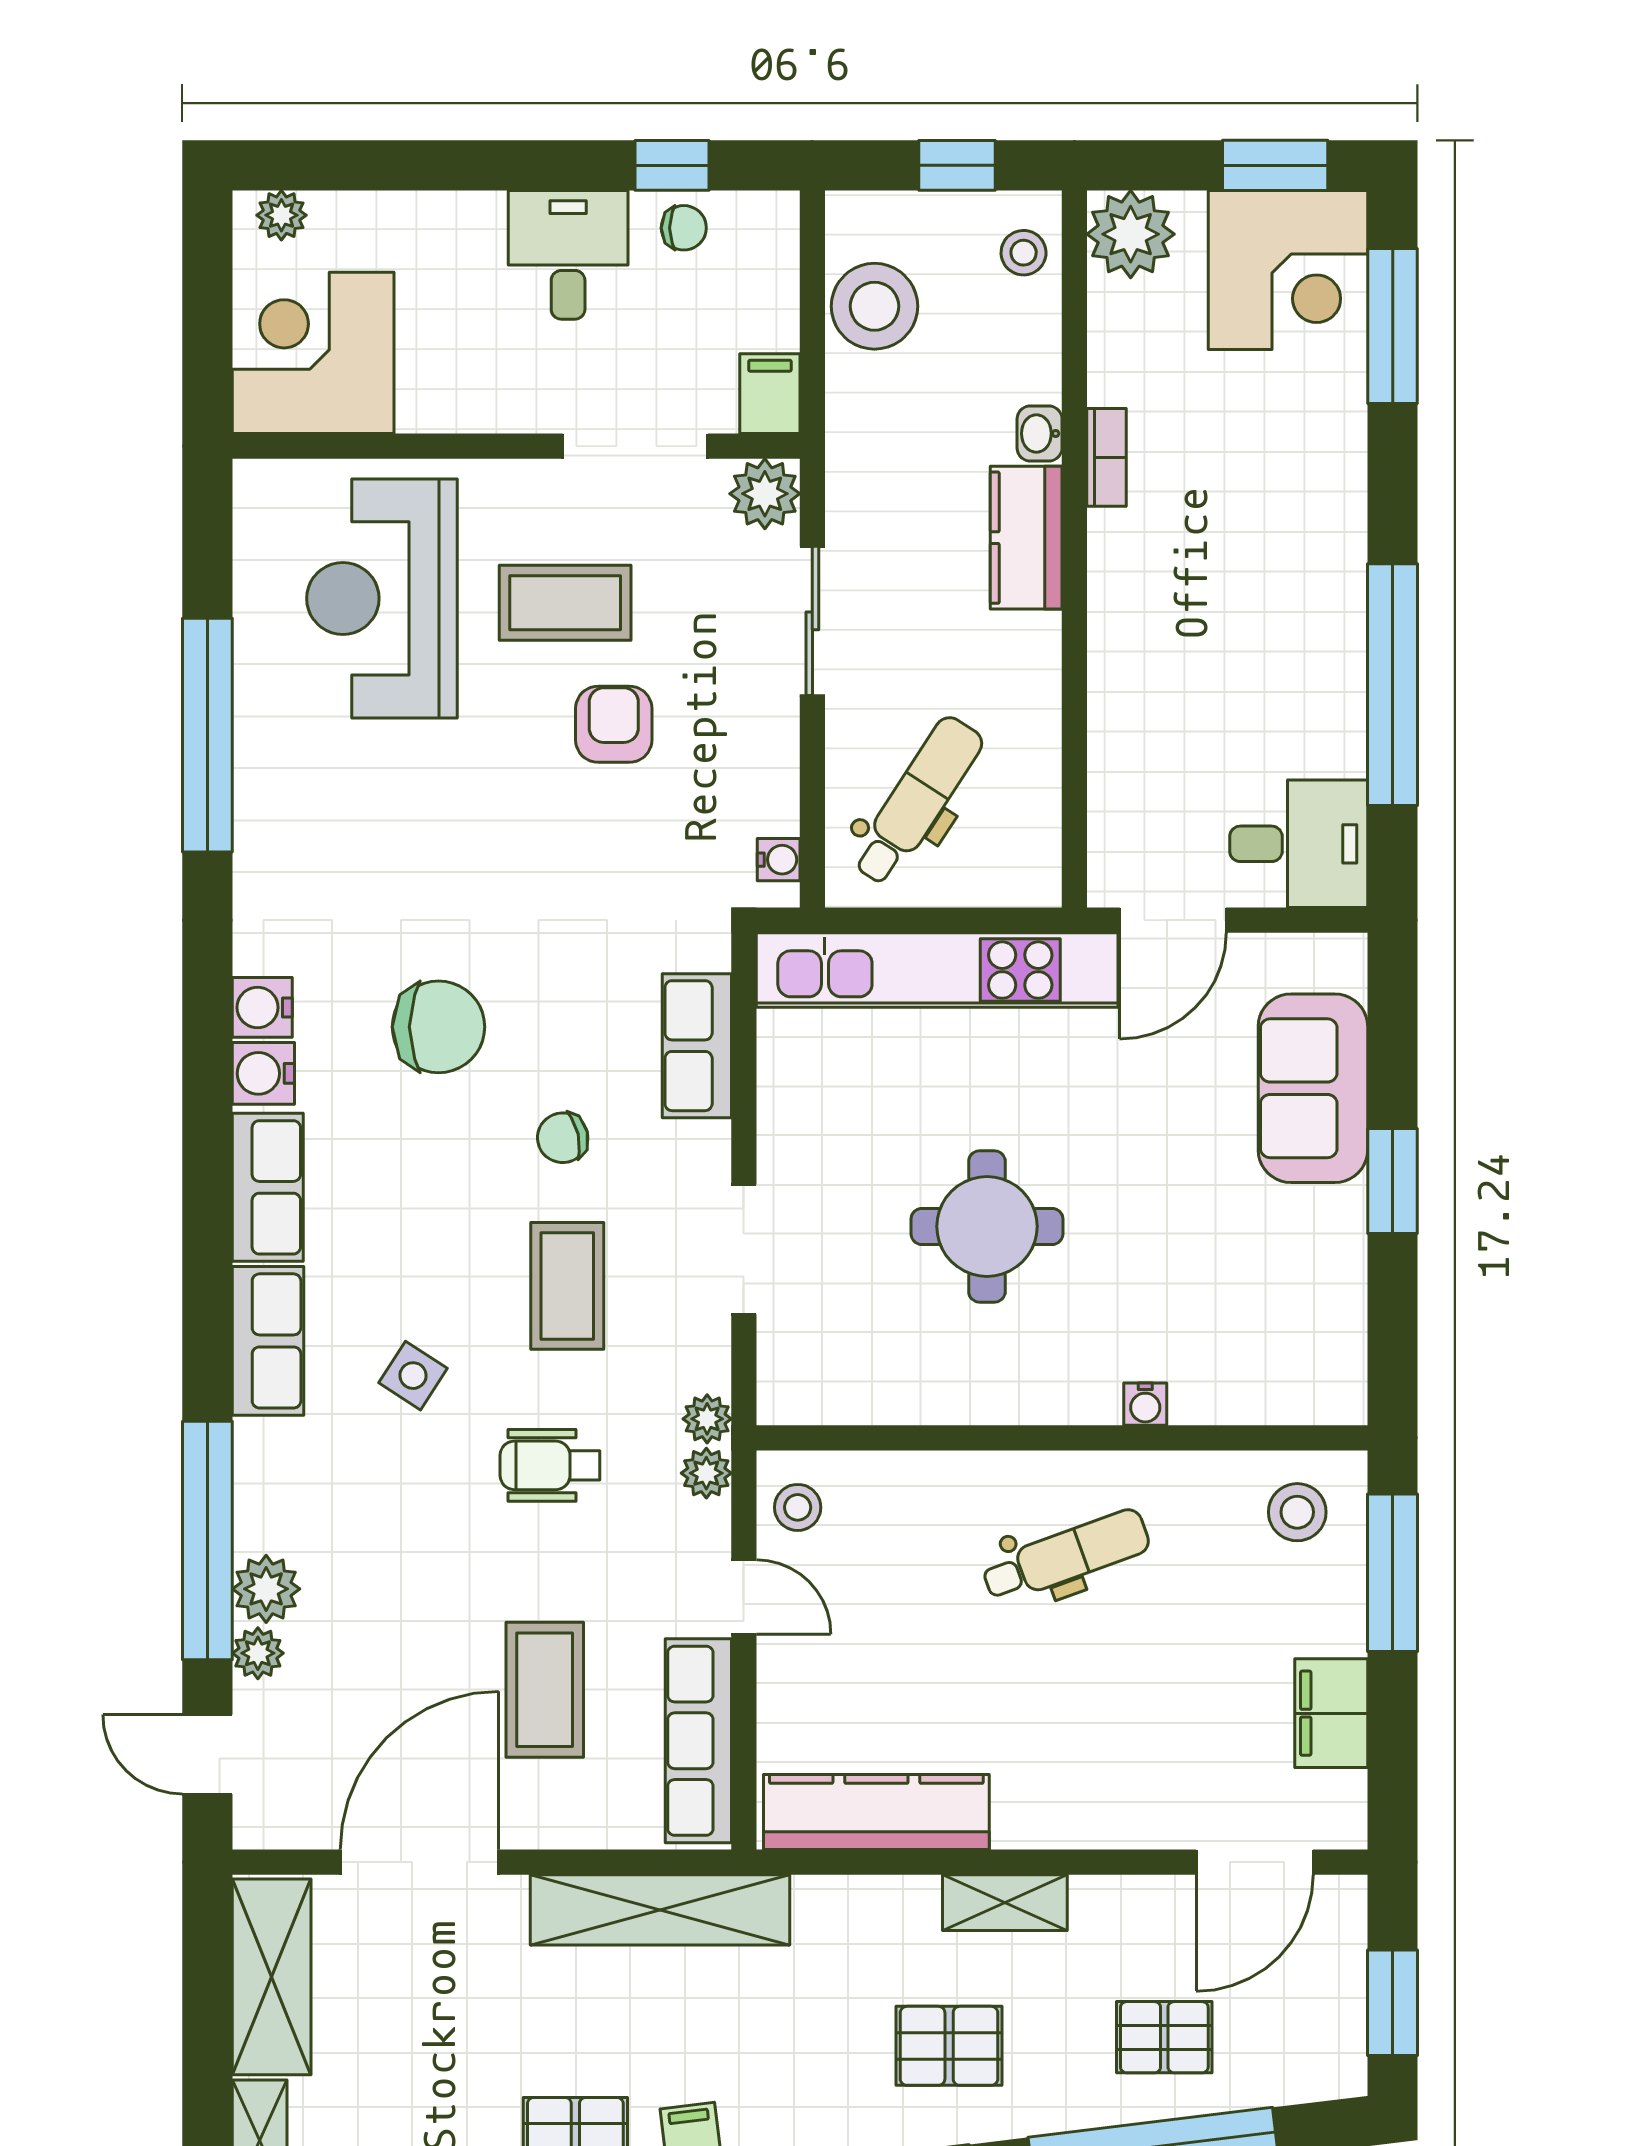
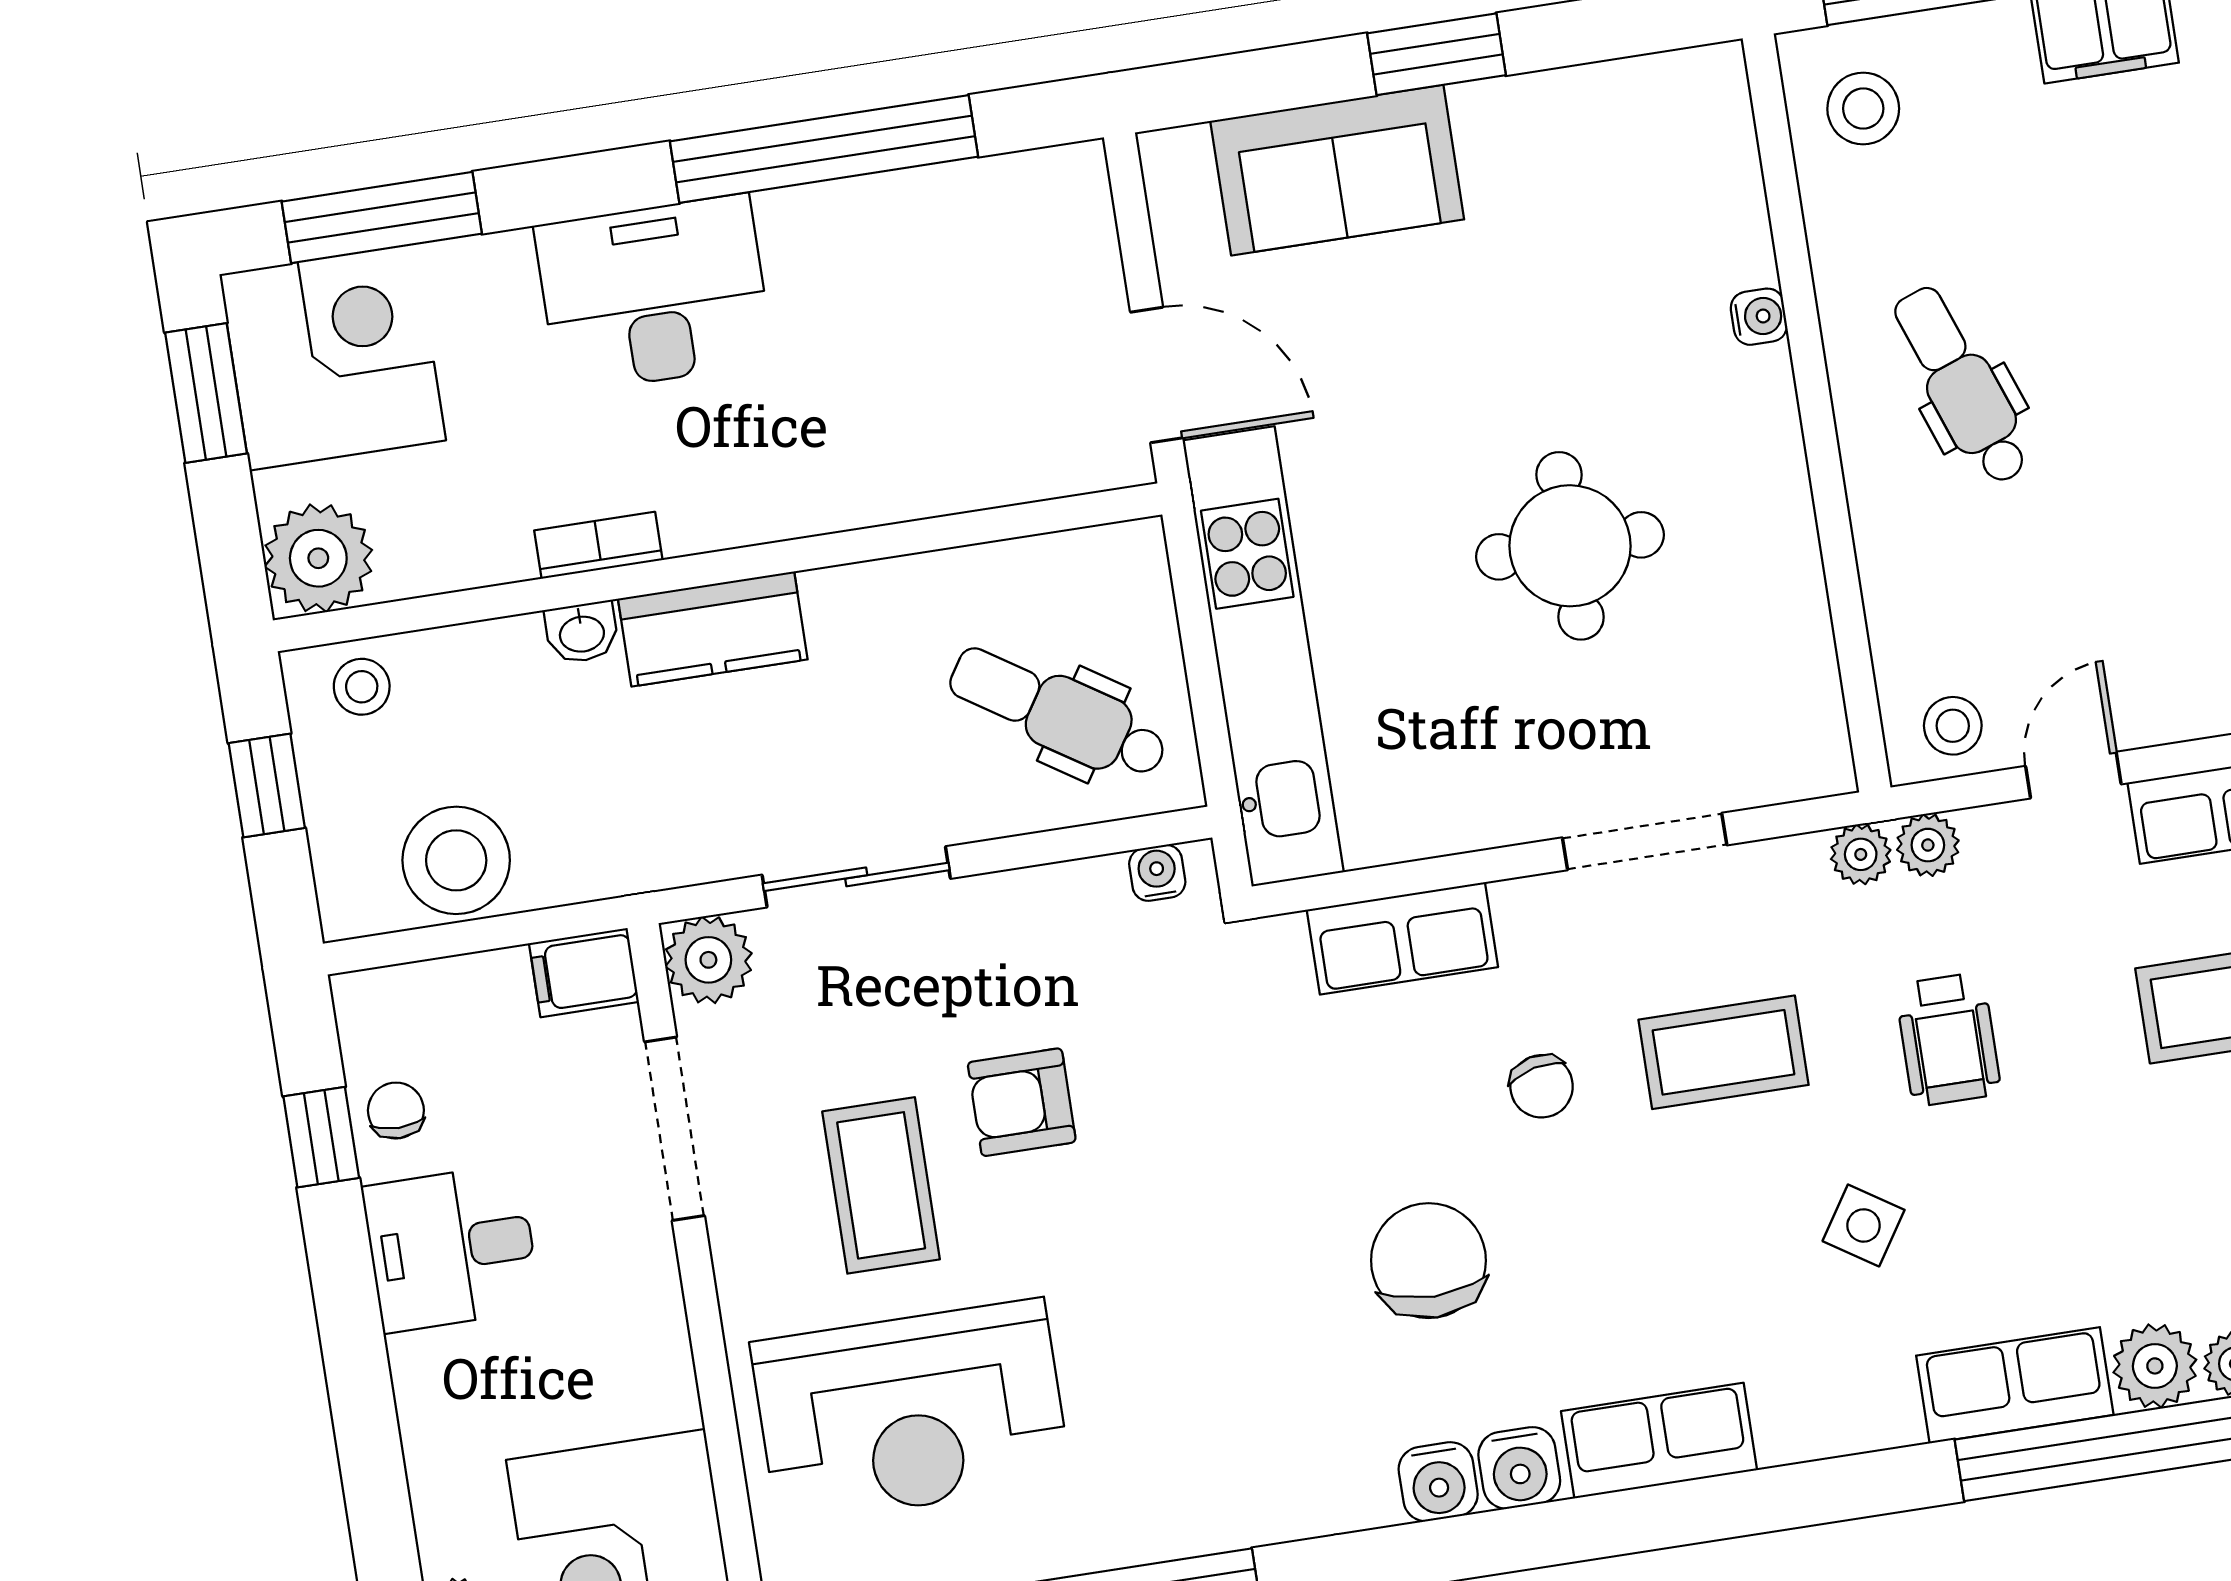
desk: (1299, 844) -> (654, 294), moved, width x1.37
row of seats: (268, 1341) -> (2015, 1385), moved

